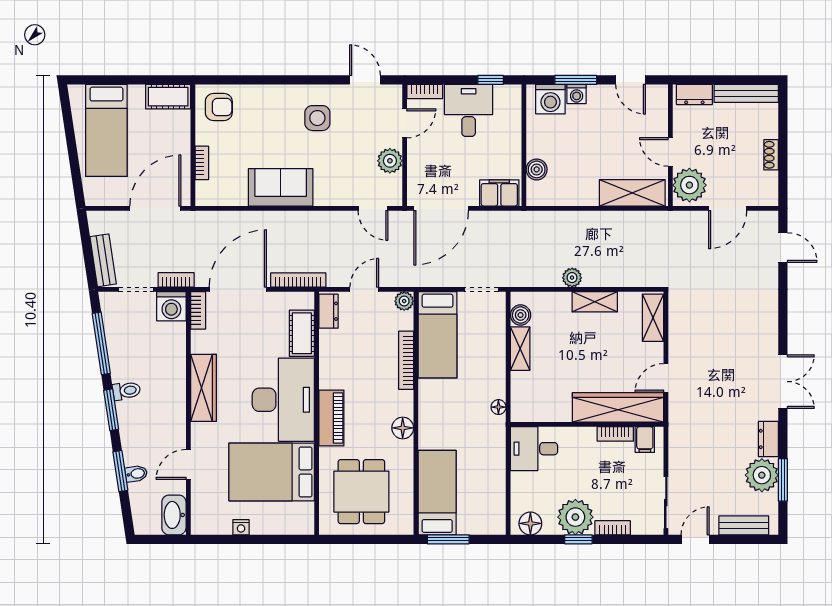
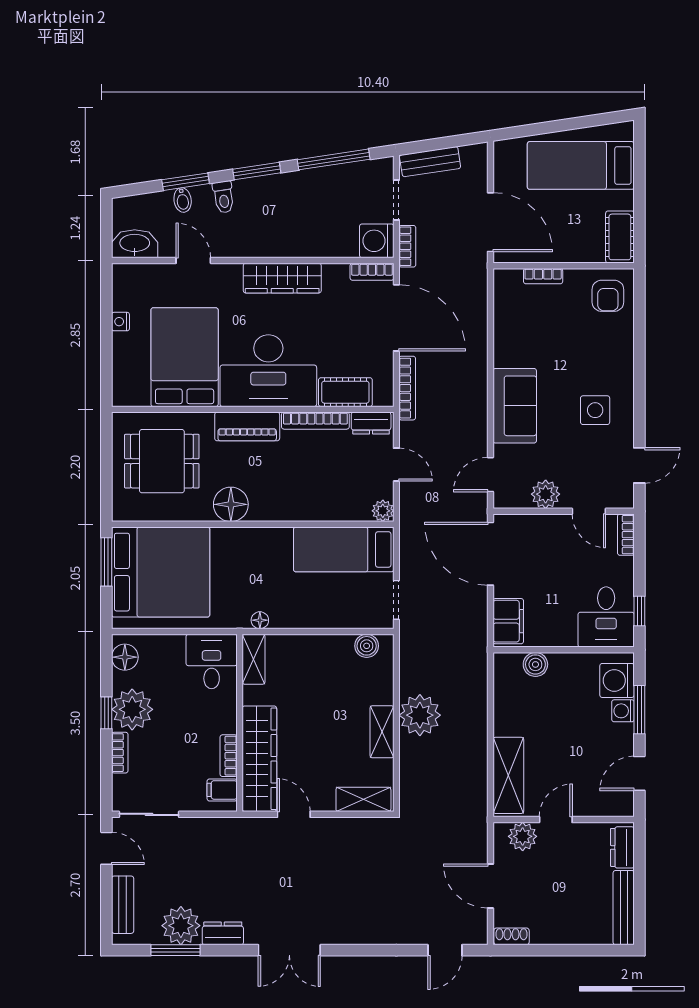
desk: (469, 110) -> (606, 617), moved, turned 90
shoe rack: (771, 155) -> (511, 936), moved
plant: (689, 185) -> (523, 836), width x0.73, depth x0.73
sofa: (281, 187) -> (515, 406), moved
plant: (572, 278) -> (420, 715), width x1.88, depth x1.88
shelving: (520, 349) -> (254, 659), moved, turned 90
bookcase: (406, 360) -> (315, 421), moved, turned 180
toilet: (127, 391) -> (224, 197), moved
floor lamp: (403, 428) -> (231, 504), width x1.38, depth x1.38
bed: (437, 493) -> (161, 572), width x2.04

